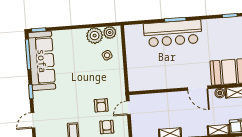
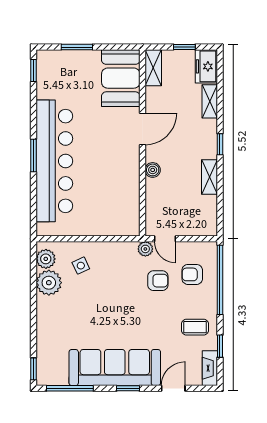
bar counter: (173, 33) -> (54, 161), width x1.36
sofa: (42, 61) -> (115, 368), moved
boiler: (220, 93) -> (153, 170), moved
plant: (121, 96) -> (145, 249), added
door: (33, 120) -> (173, 388), swing flipped

